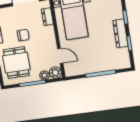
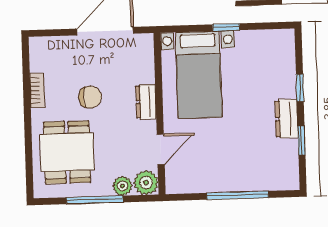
dresser: (47, 17) -> (146, 102), moved
dresser: (120, 33) -> (286, 119), width x0.70
door: (60, 56) -> (161, 149), hinge flipped

